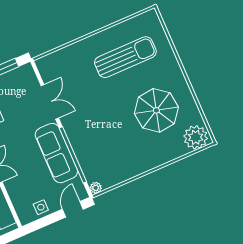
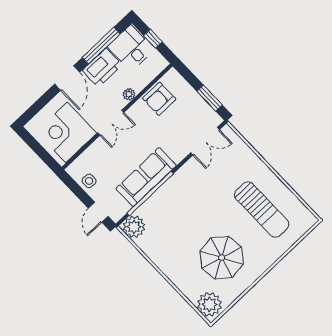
double door: (50, 102) -> (205, 141), moved
plant: (96, 188) -> (134, 227), width x1.88, depth x1.88
door: (73, 209) -> (98, 212), swing flipped

